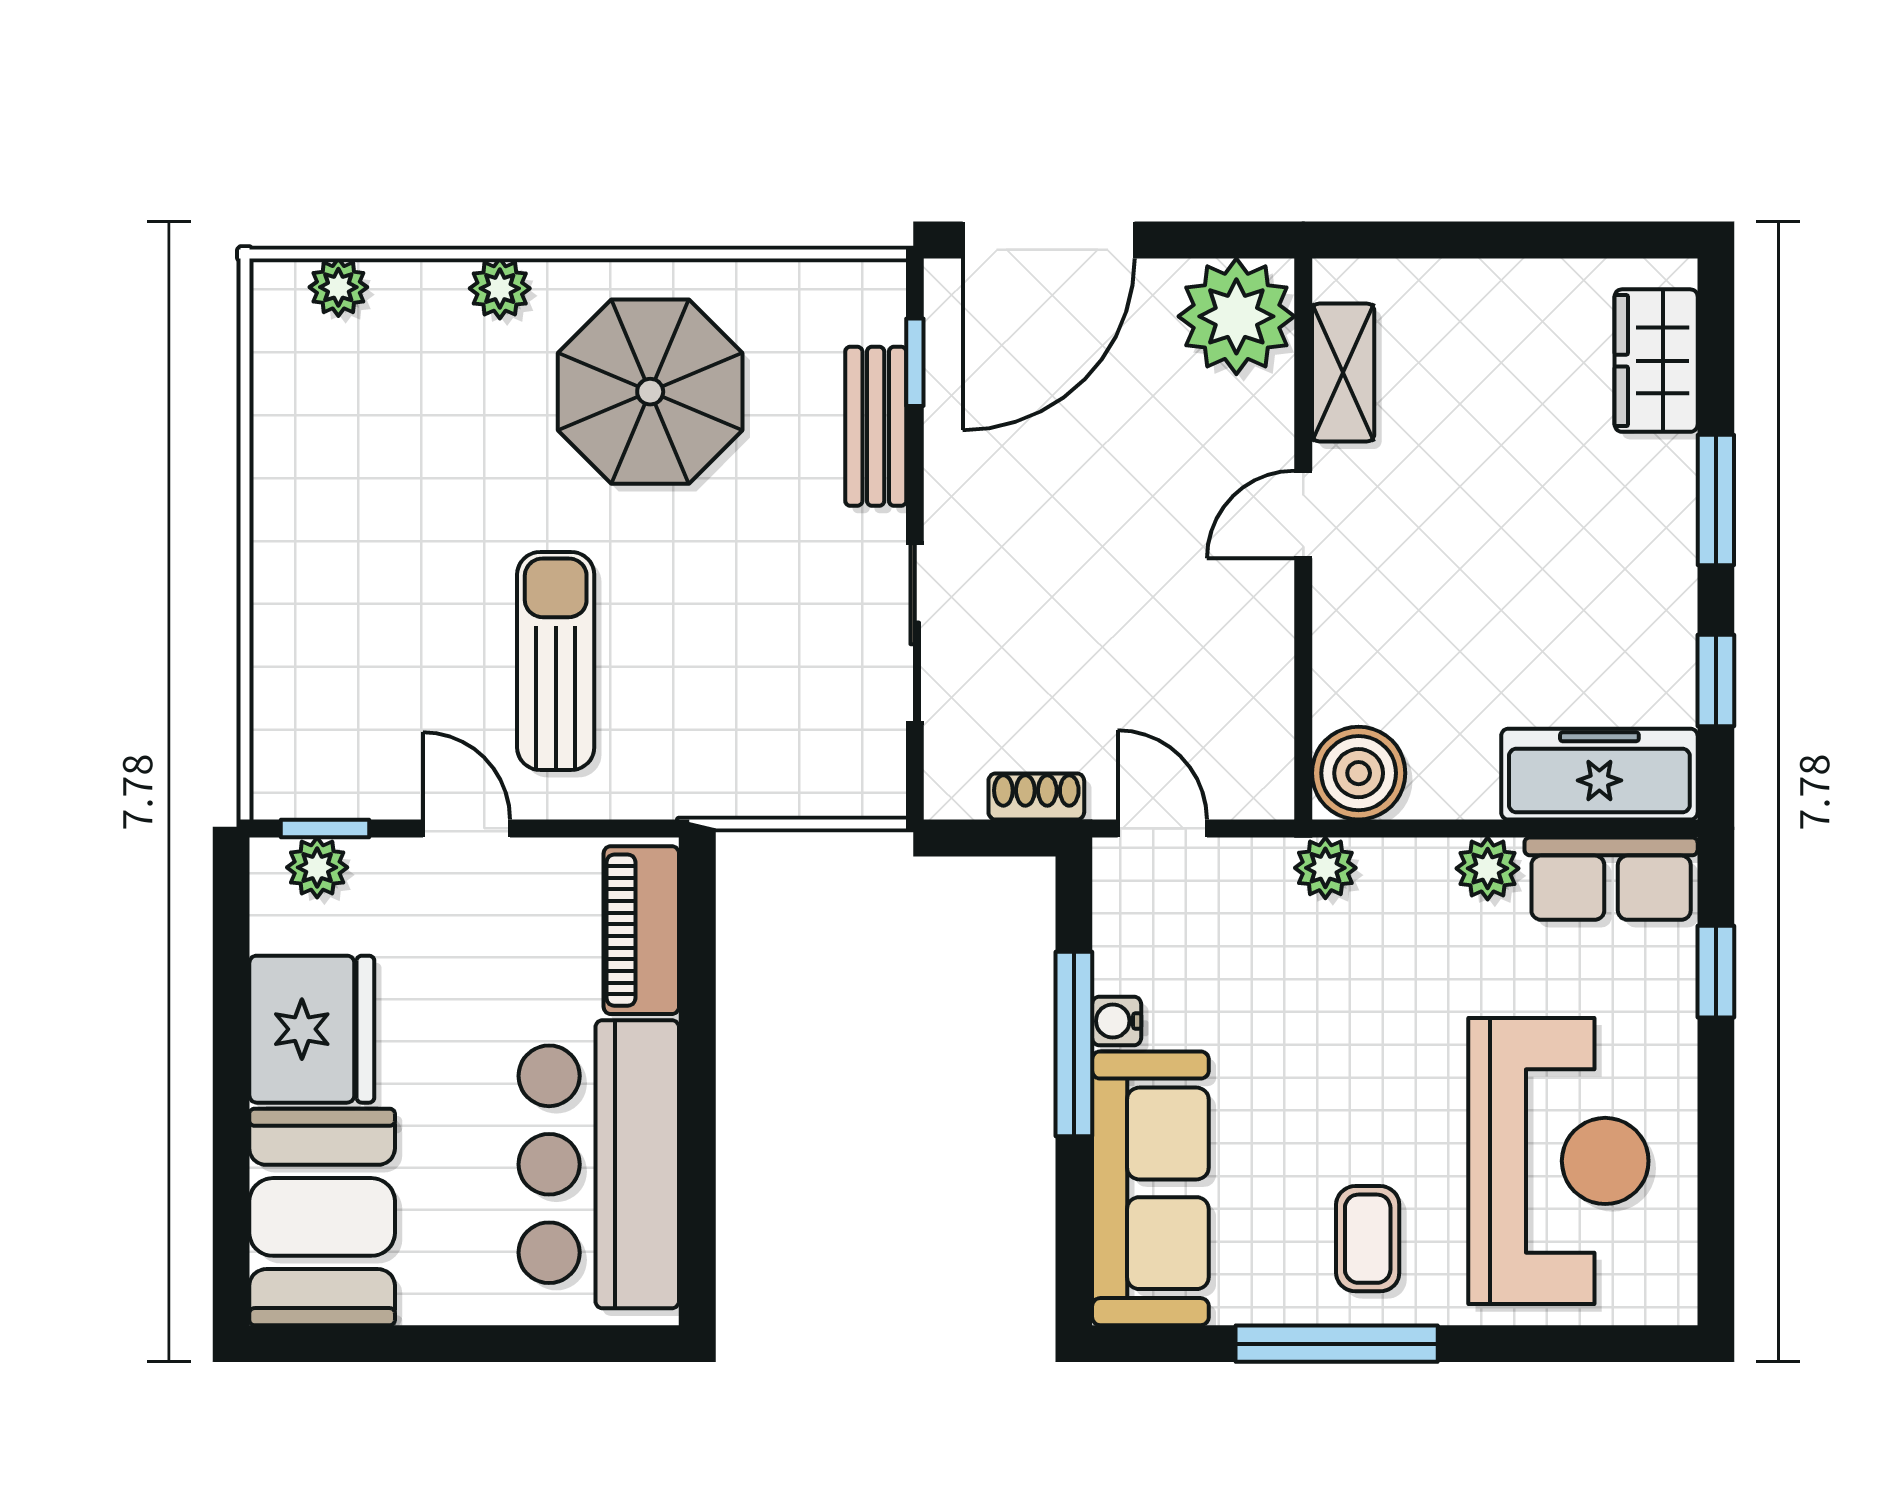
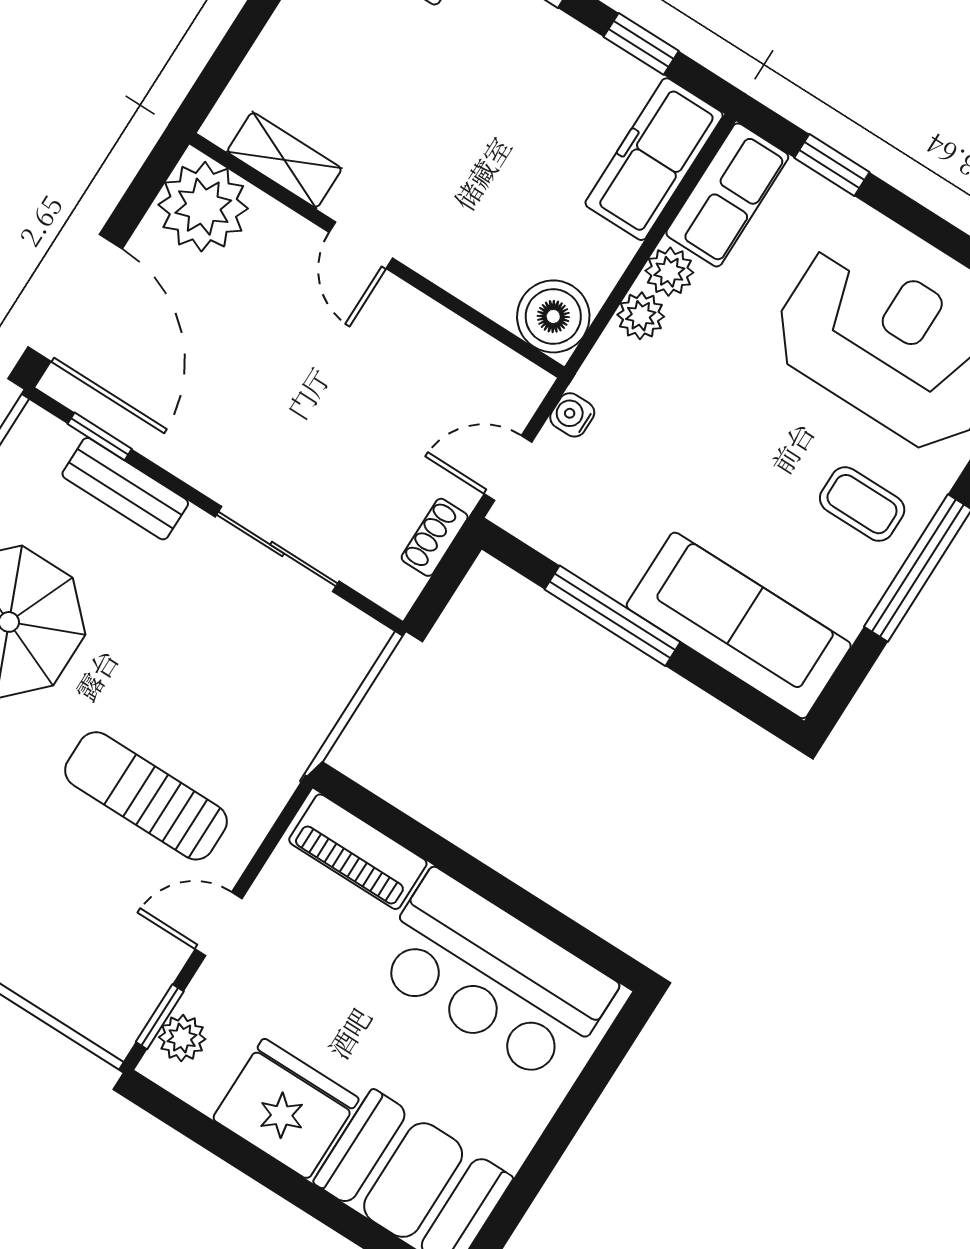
plant: (1325, 868) -> (641, 316), moved
water cooler: (1117, 1021) -> (572, 415), moved, turned 90

